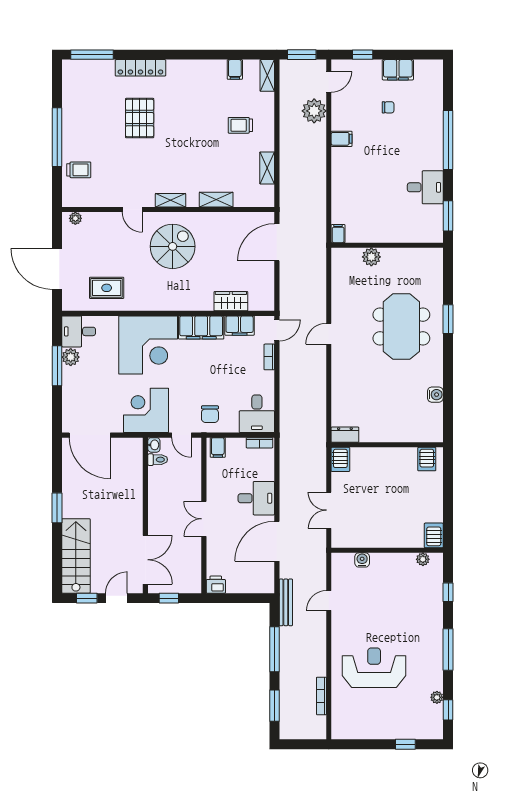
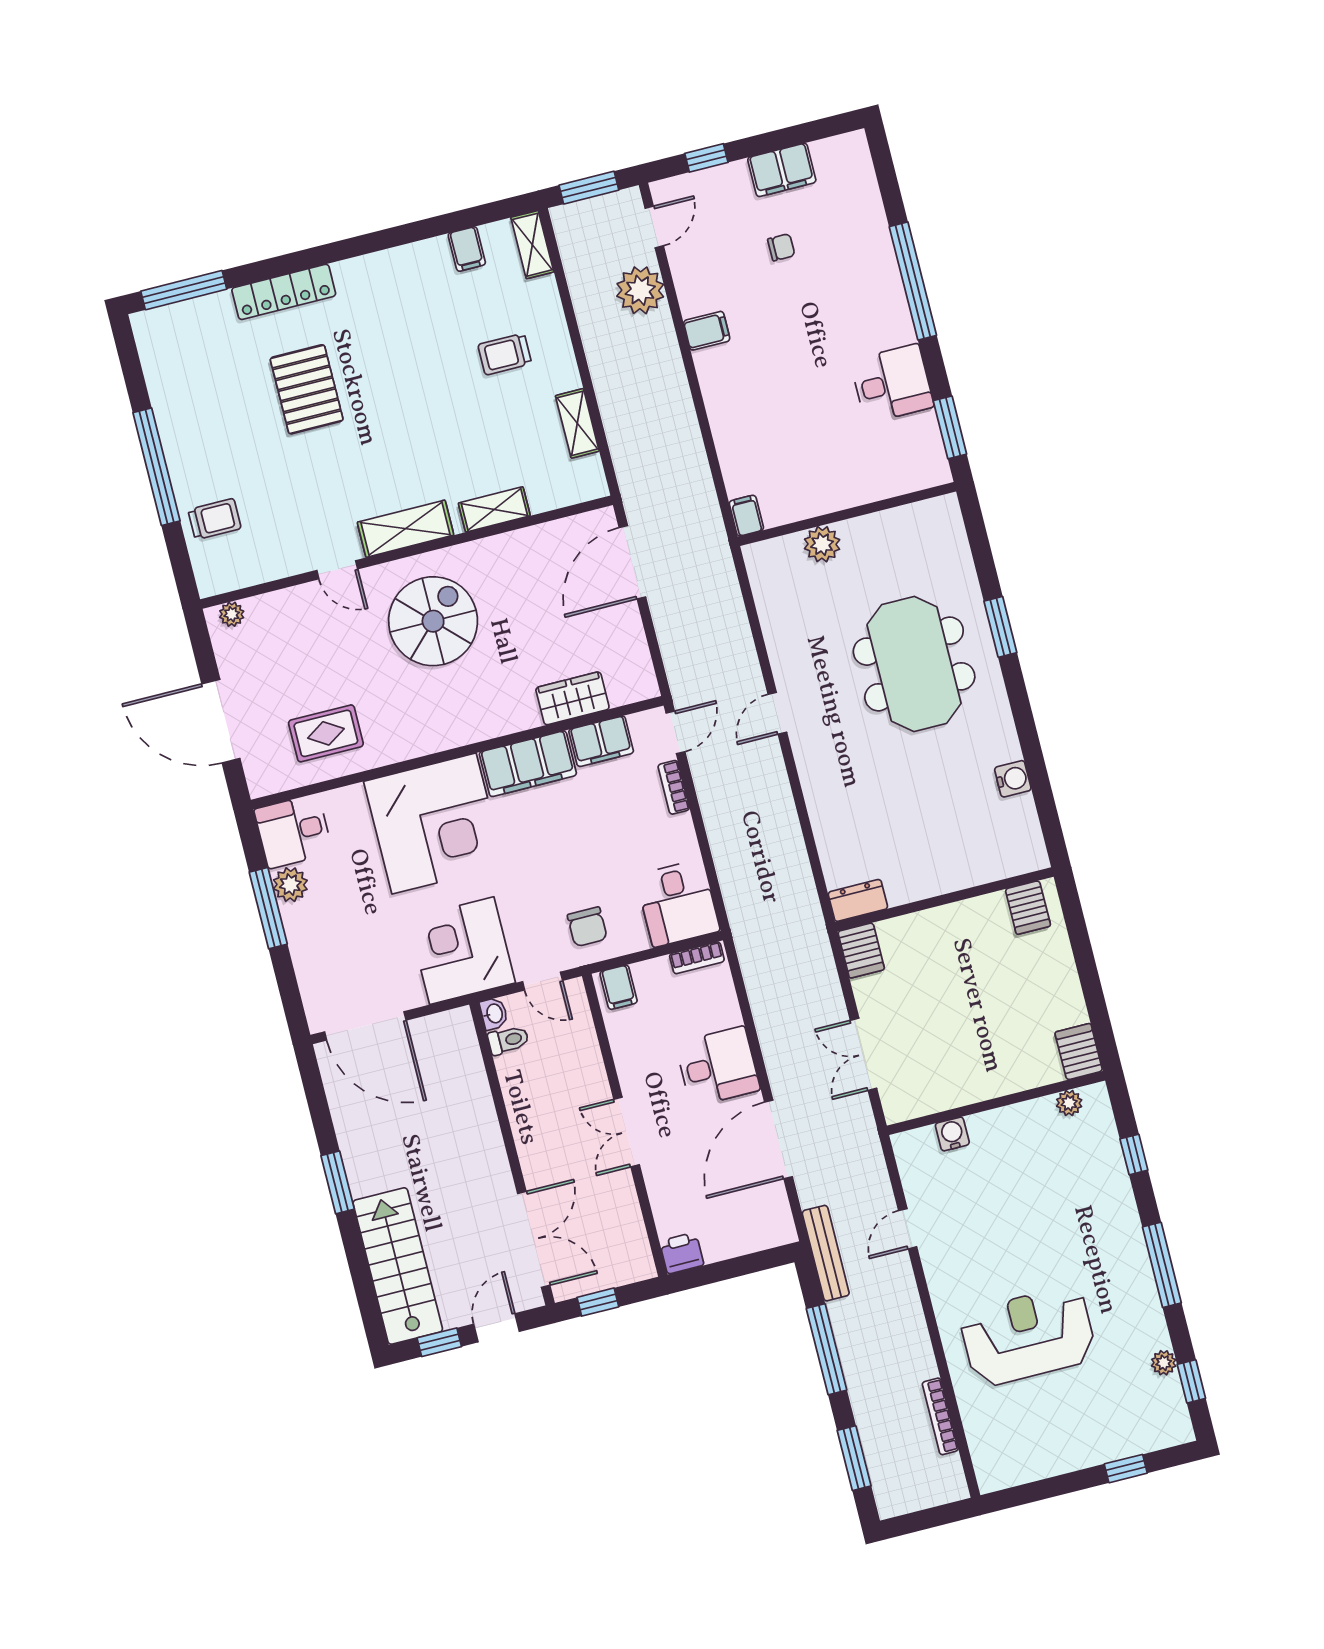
shelving: (171, 200) -> (405, 529), width x1.50, depth x1.33

